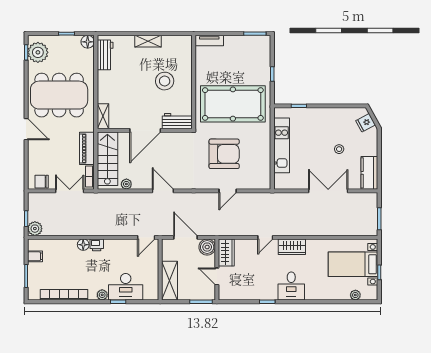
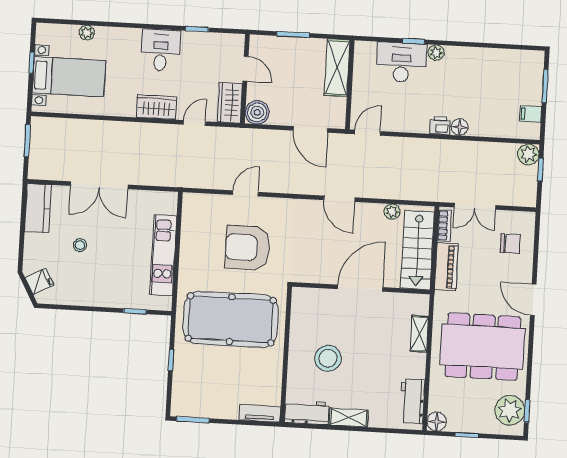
shelving: (103, 116) -> (419, 334), moved
workbench: (177, 121) -> (307, 413), moved, turned 180
chair: (42, 182) -> (510, 244), moved
boiler: (207, 247) -> (257, 112), moved
wardrobe: (226, 252) -> (230, 103), moved
wall: (217, 270) -> (245, 79), moved
door: (217, 276) -> (245, 69), moved
bookcase: (64, 295) -> (492, 56), removed
plant: (355, 295) -> (87, 33), moved

